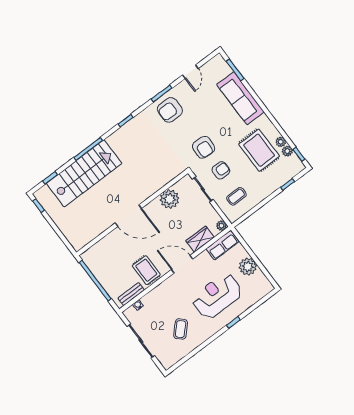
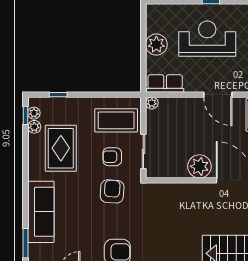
plant: (281, 142) -> (34, 113), moved
coffee table: (236, 196) -> (116, 120), width x1.86, depth x1.72
plant: (170, 199) -> (199, 166), moved
wardrobe: (200, 239) -> (182, 106), removed
reception desk: (217, 296) -> (207, 39), turned 180

